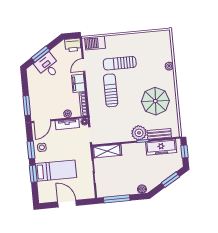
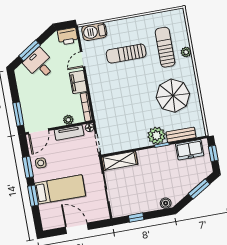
sun lounger: (111, 90) -> (165, 47), moved
freezer: (161, 147) -> (190, 150), width x0.71
window: (117, 199) -> (136, 218), width x0.46

